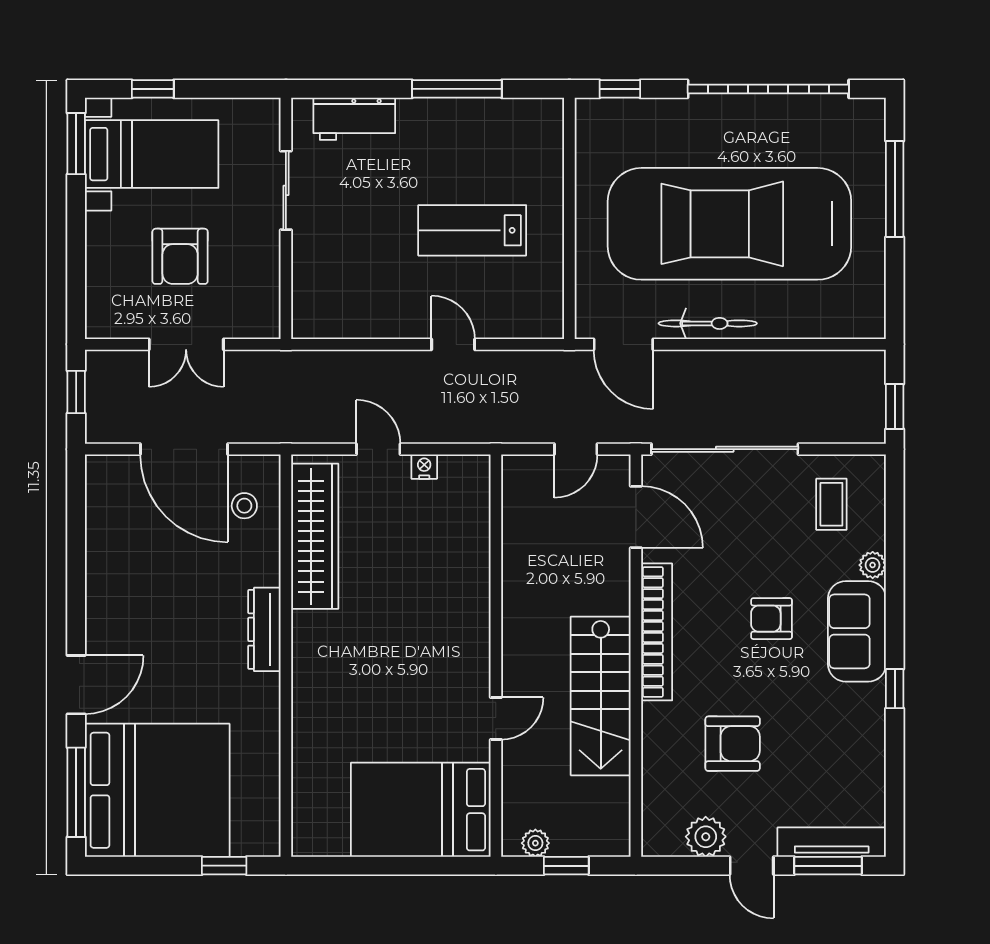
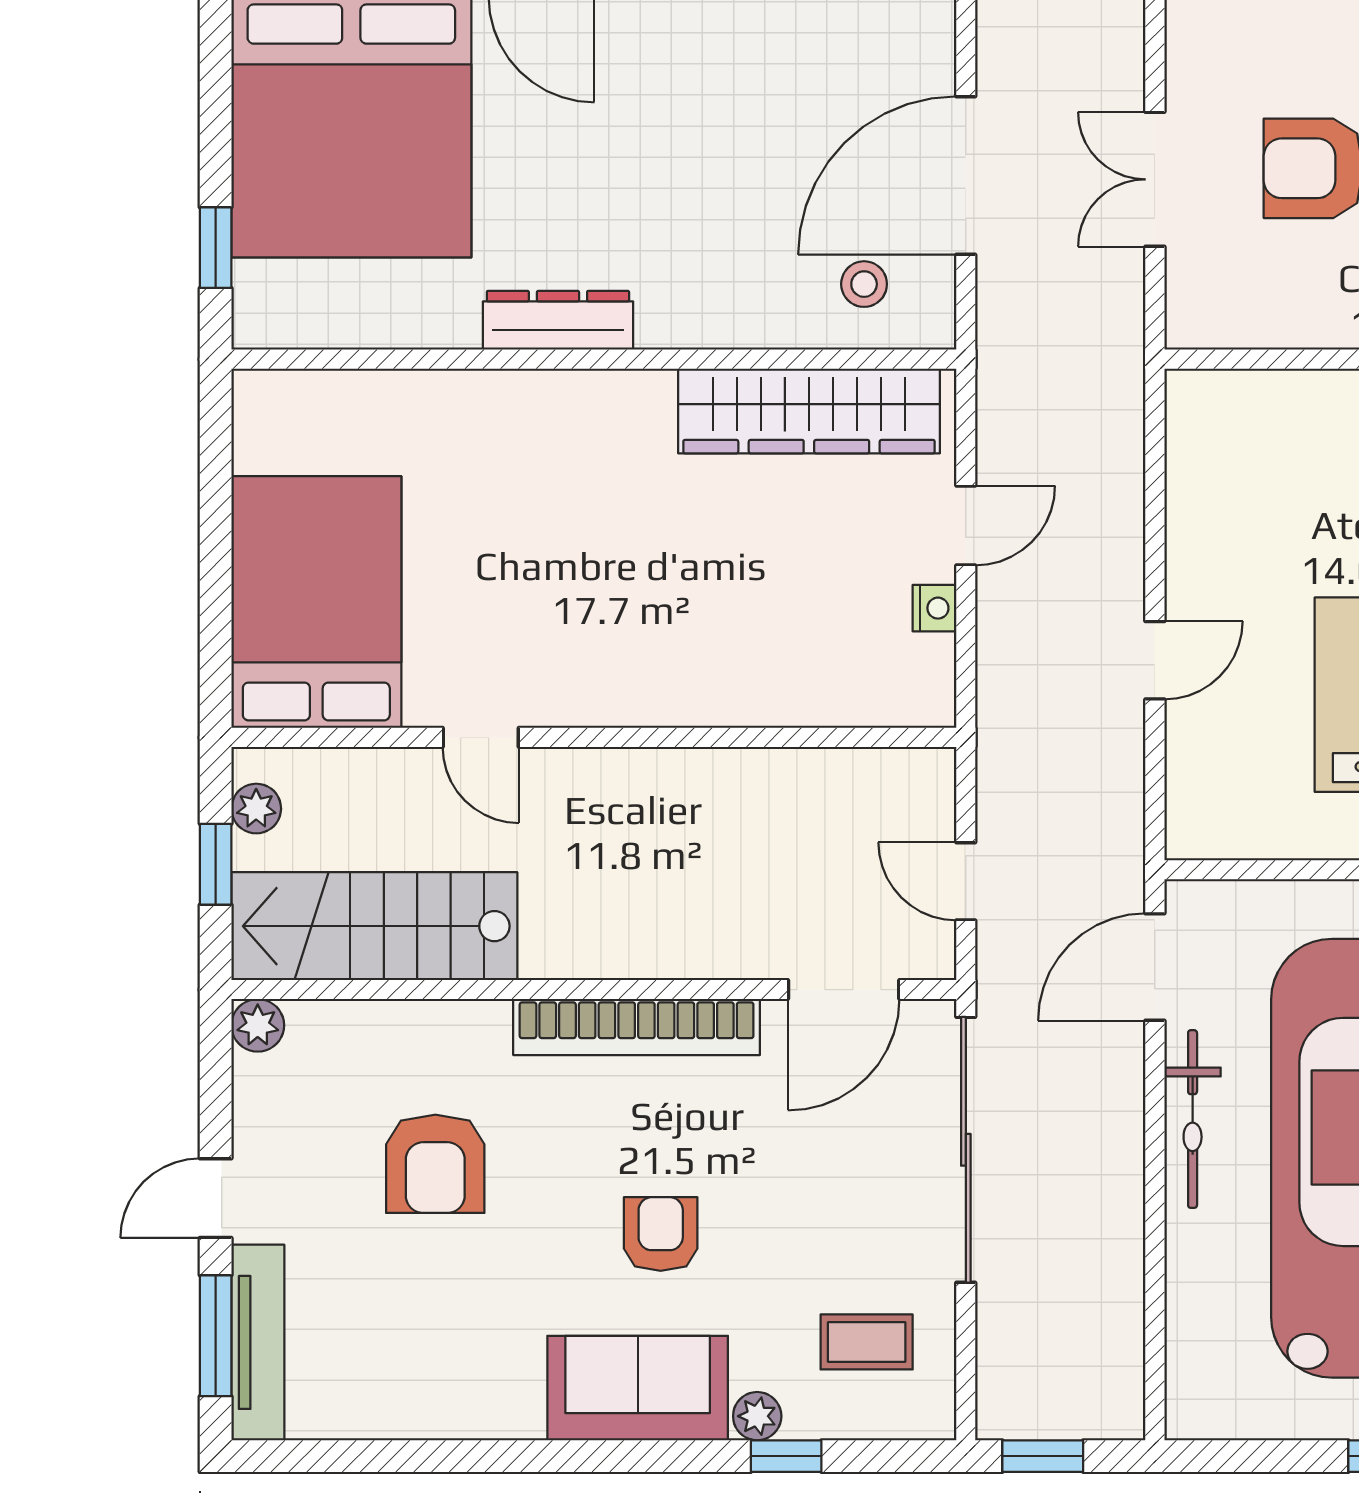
dresser: (264, 629) -> (558, 320), moved
window: (895, 689) -> (786, 1456), moved
stairs: (601, 696) -> (374, 926), moved
plant: (706, 837) -> (258, 1025), moved, width x0.73, depth x0.73

